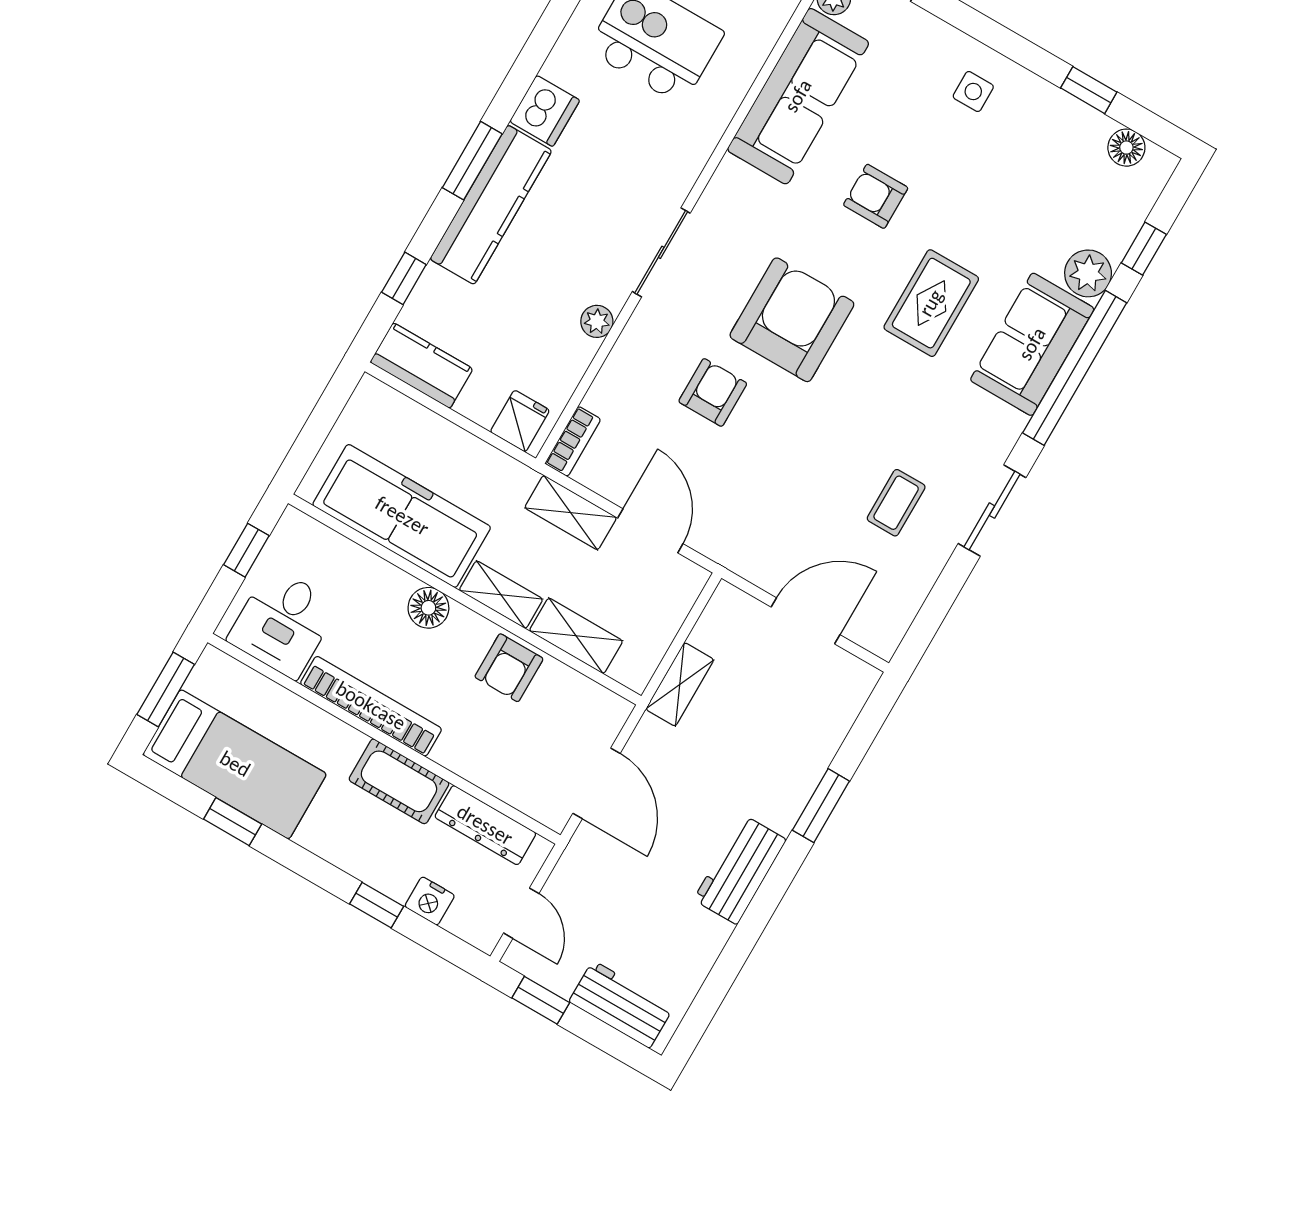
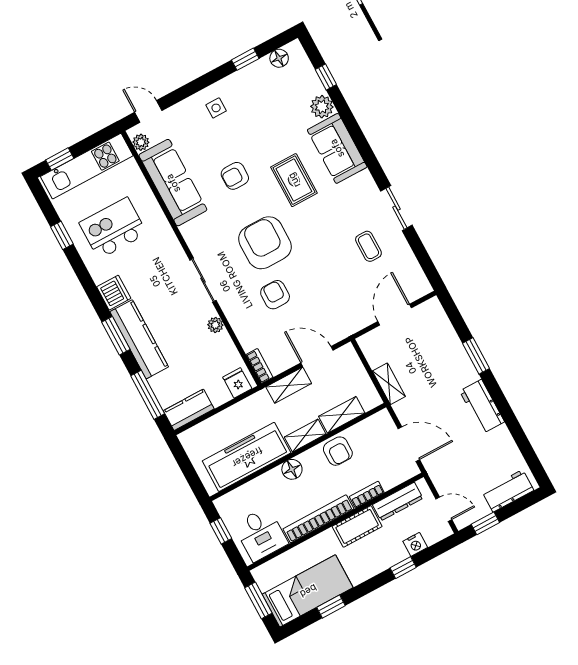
window: (404, 278) -> (148, 395), width x2.17
window: (1075, 368) -> (358, 137), removed
bookcase: (464, 764) -> (367, 495), added

